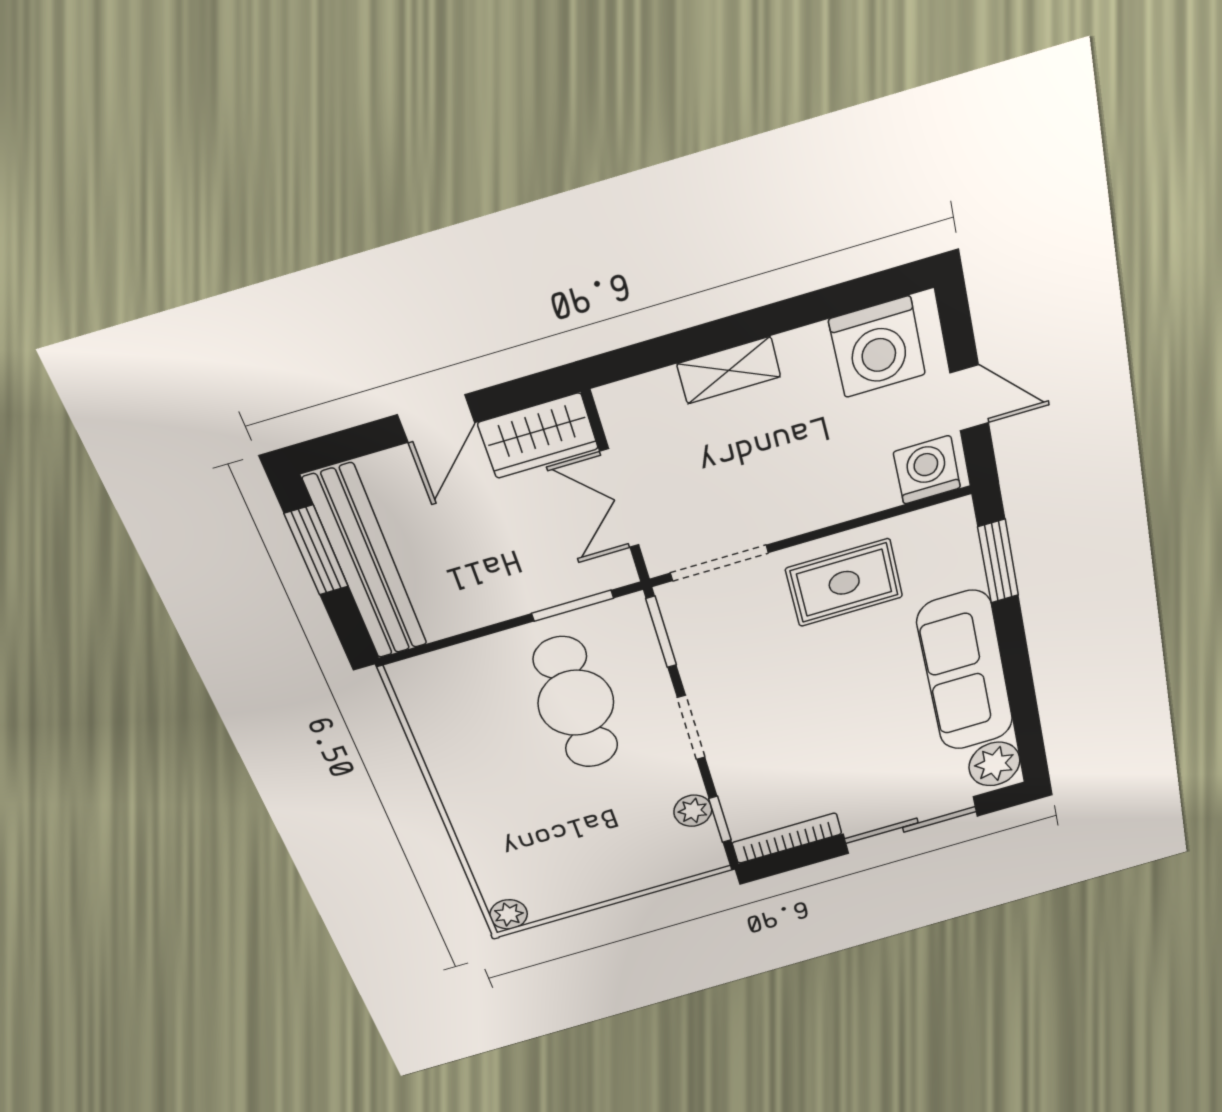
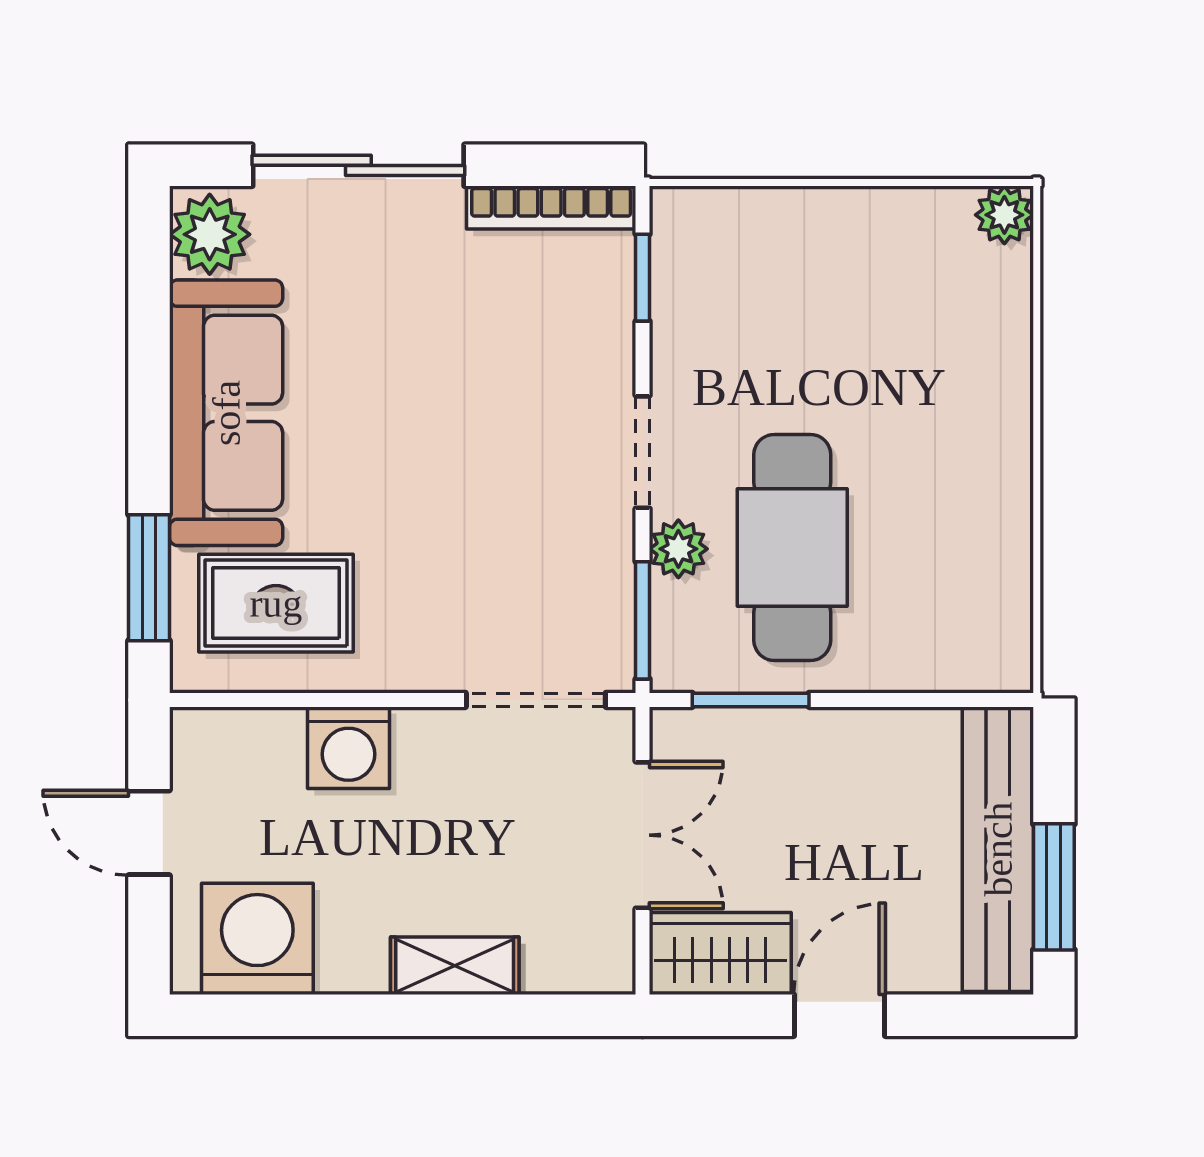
washing machine: (927, 470) -> (349, 748), moved
rug: (844, 583) -> (276, 603), moved
plant: (693, 811) -> (678, 549), moved

